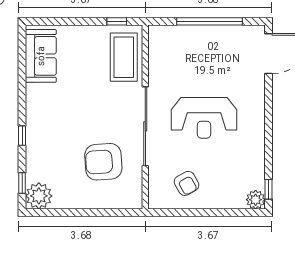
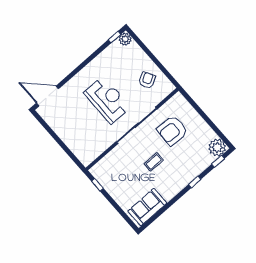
window: (209, 21) -> (57, 139), removed
coffee table: (124, 57) -> (154, 162), moved, width x0.54, depth x0.58
armchair: (103, 162) -> (172, 130), turned 96

